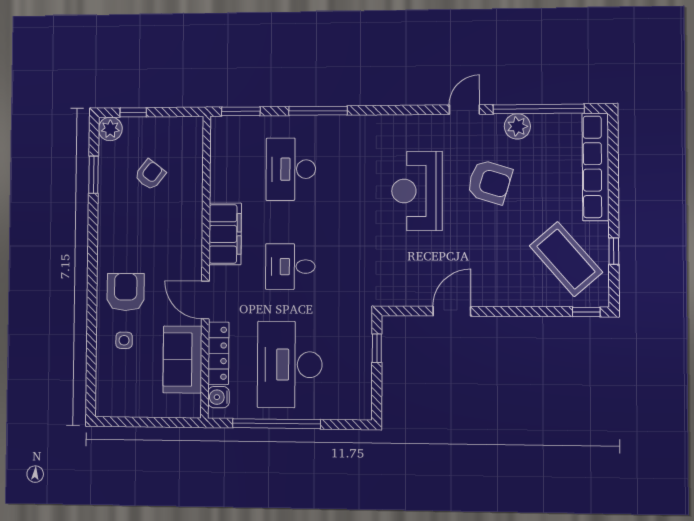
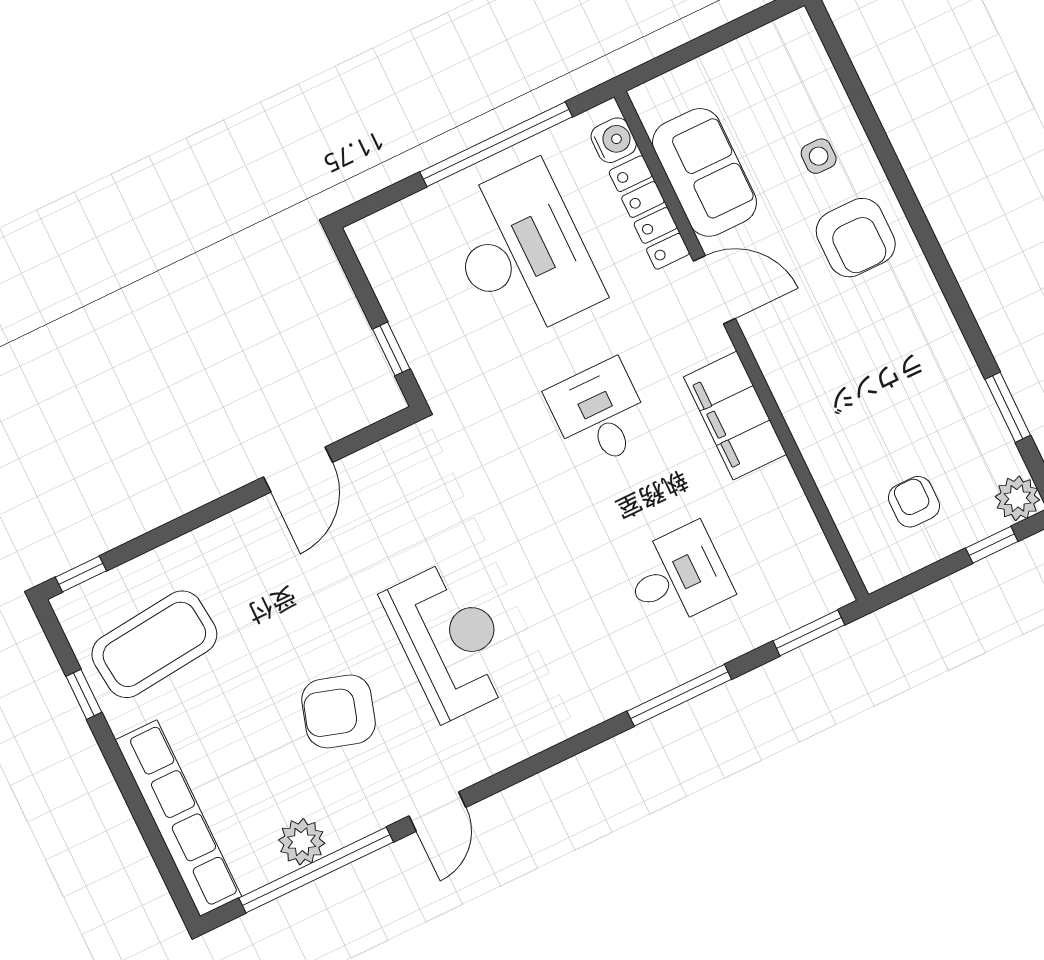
plant: (517, 126) -> (302, 842), moved
desk: (291, 169) -> (678, 576), width x0.73
armchair: (150, 175) -> (914, 502), moved, turned 142
coffee table: (566, 259) -> (154, 644), turned -55
desk: (290, 267) -> (600, 414), turned -90

